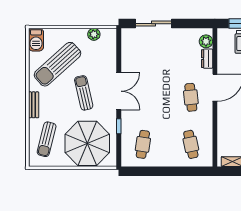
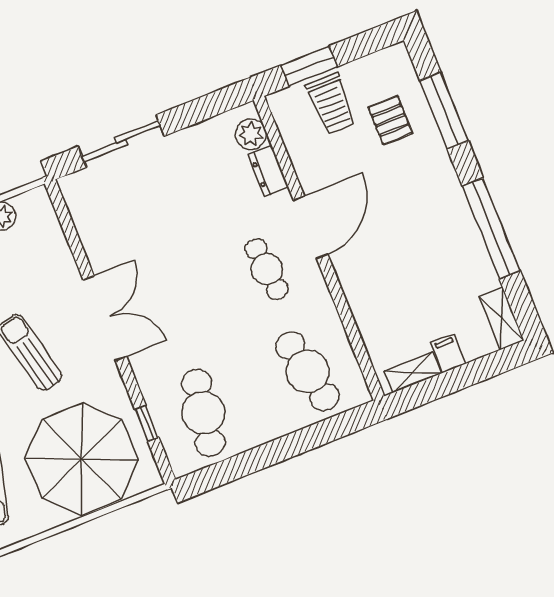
window: (119, 126) -> (147, 424), moved
cafe table: (143, 144) -> (203, 413), width x1.37, depth x1.35
cafe table: (191, 144) -> (308, 371), width x1.37, depth x1.35

